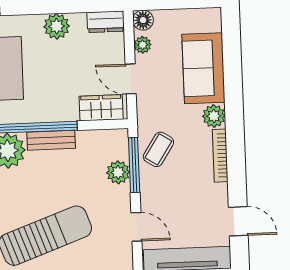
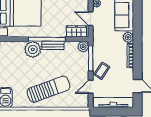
coffee table: (158, 149) -> (102, 71), moved
plant: (118, 172) -> (83, 47), moved
door: (136, 227) -> (91, 87), swing flipped

